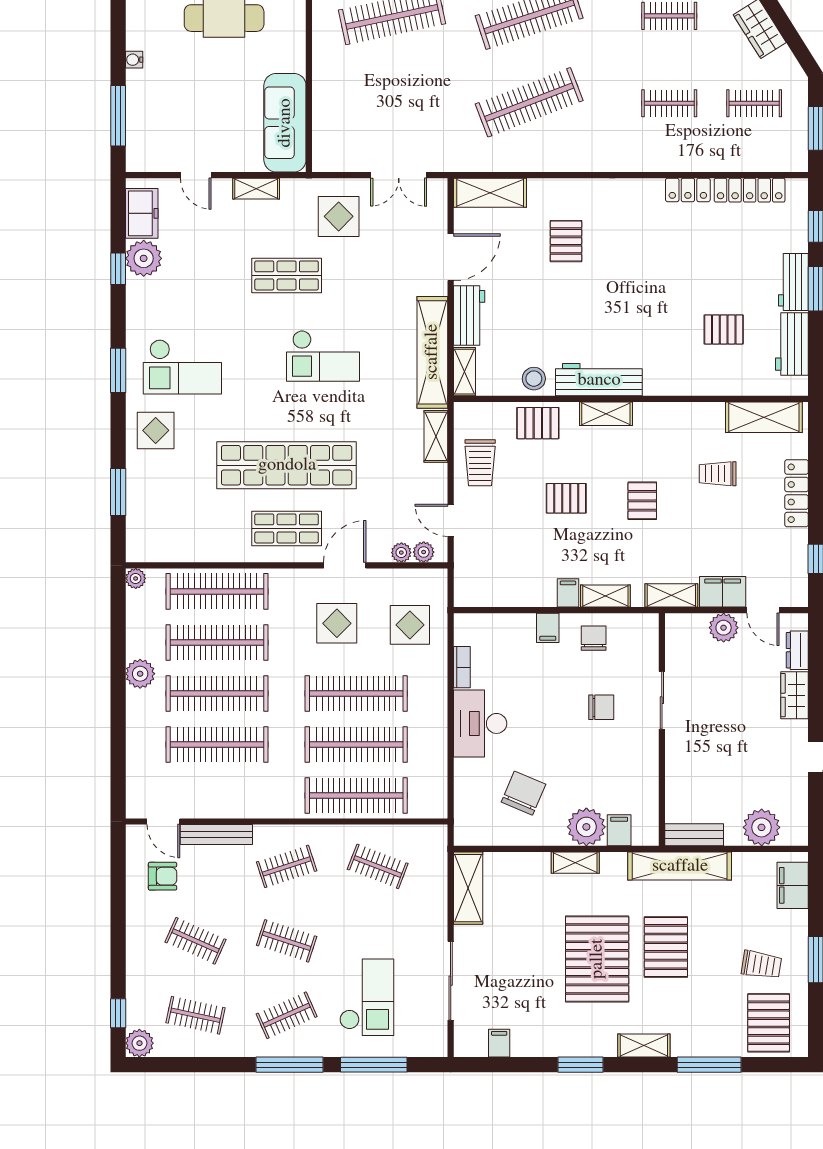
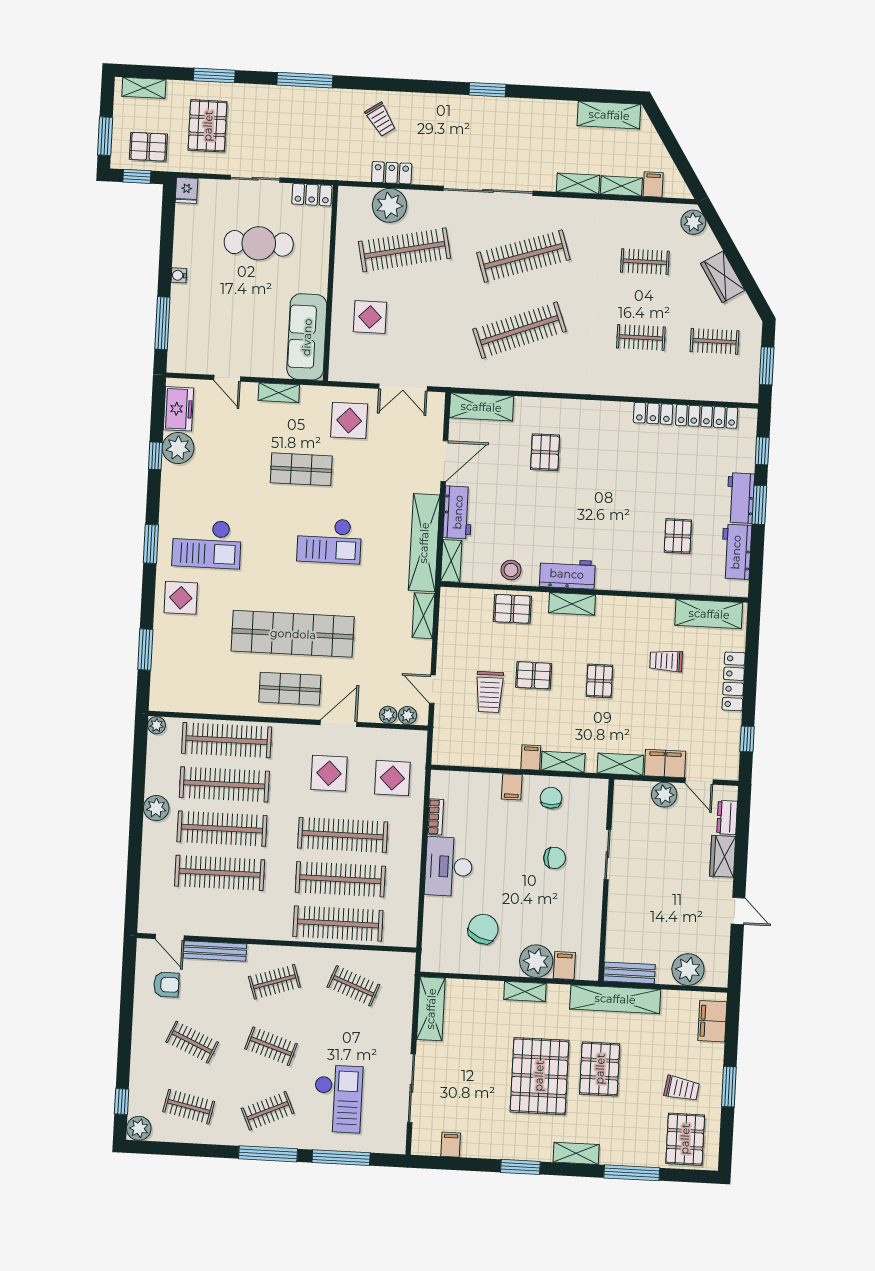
display table: (356, 96) -> (370, 317), added
pallet: (724, 329) -> (678, 536), turned 90
workbench: (599, 380) -> (567, 574), width x0.73
trolley: (480, 463) -> (489, 692), moved

